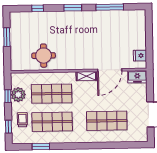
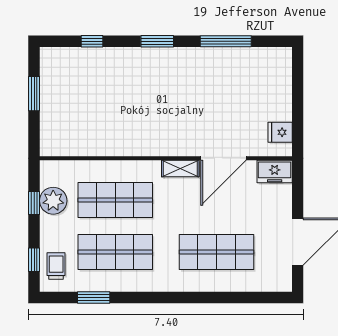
round table: (44, 56) -> (101, 129), removed
trolley: (22, 120) -> (56, 266), moved

